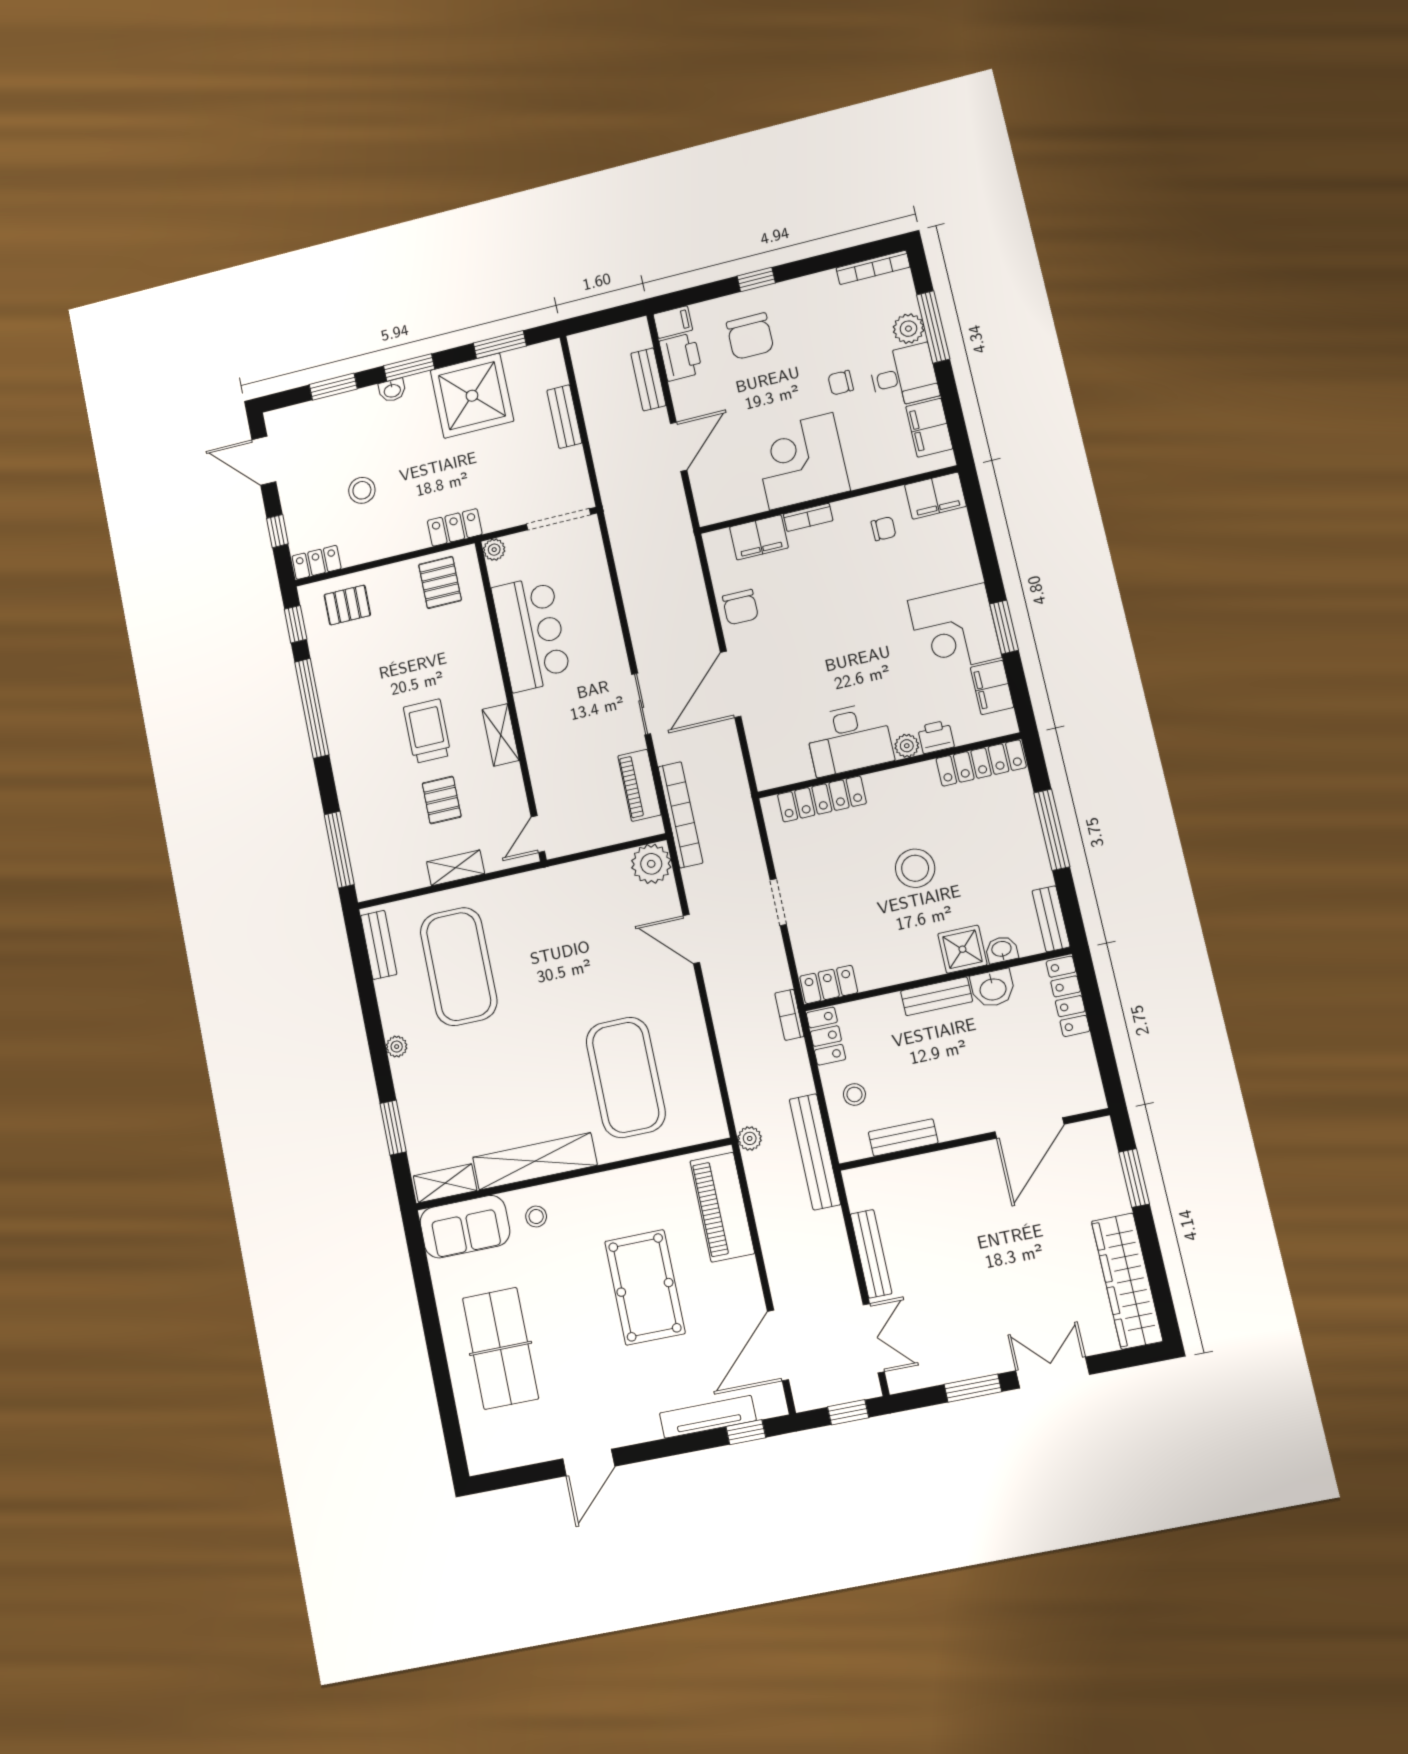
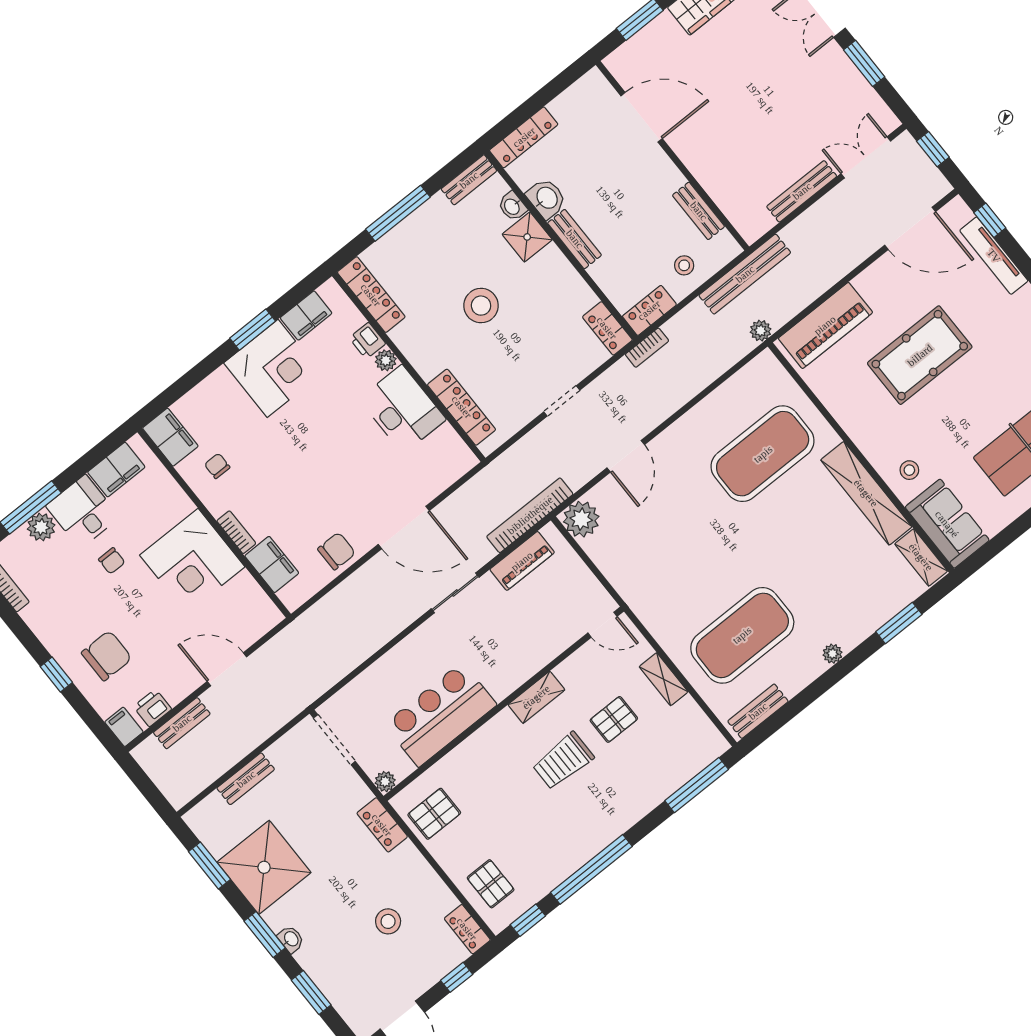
printer: (681, 357) -> (152, 708), width x0.73, depth x0.81

